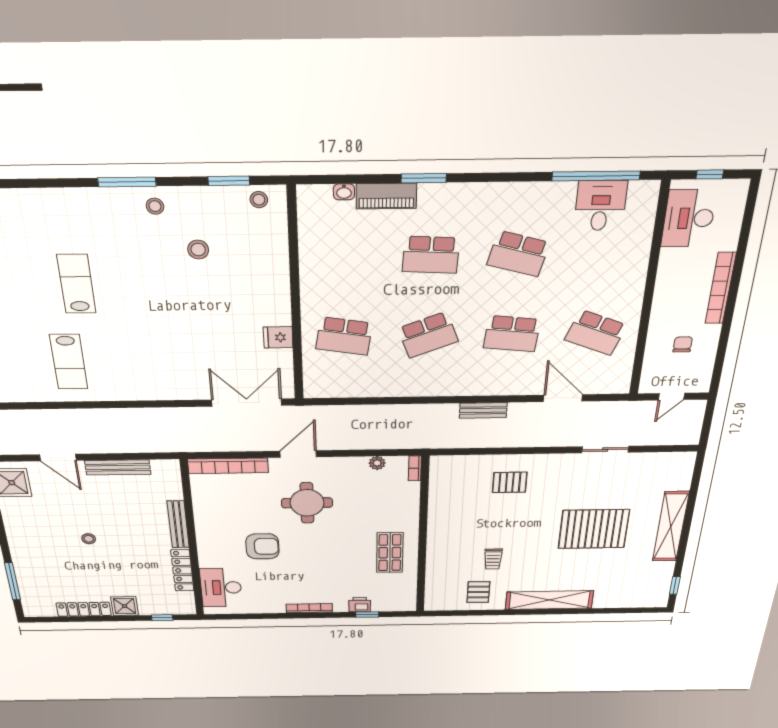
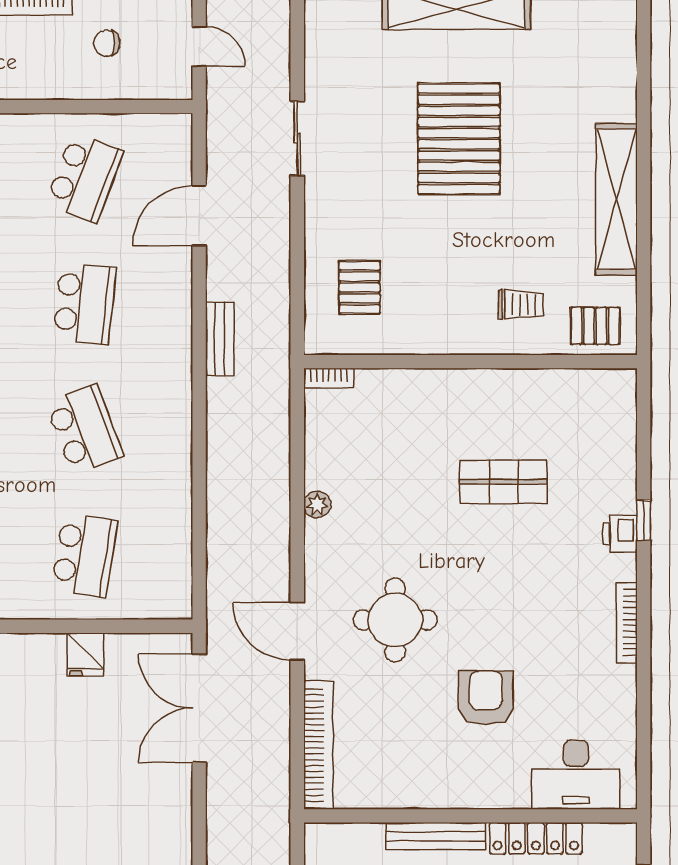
bookcase: (415, 468) -> (329, 378), moved
wall: (423, 537) -> (470, 362), moved

